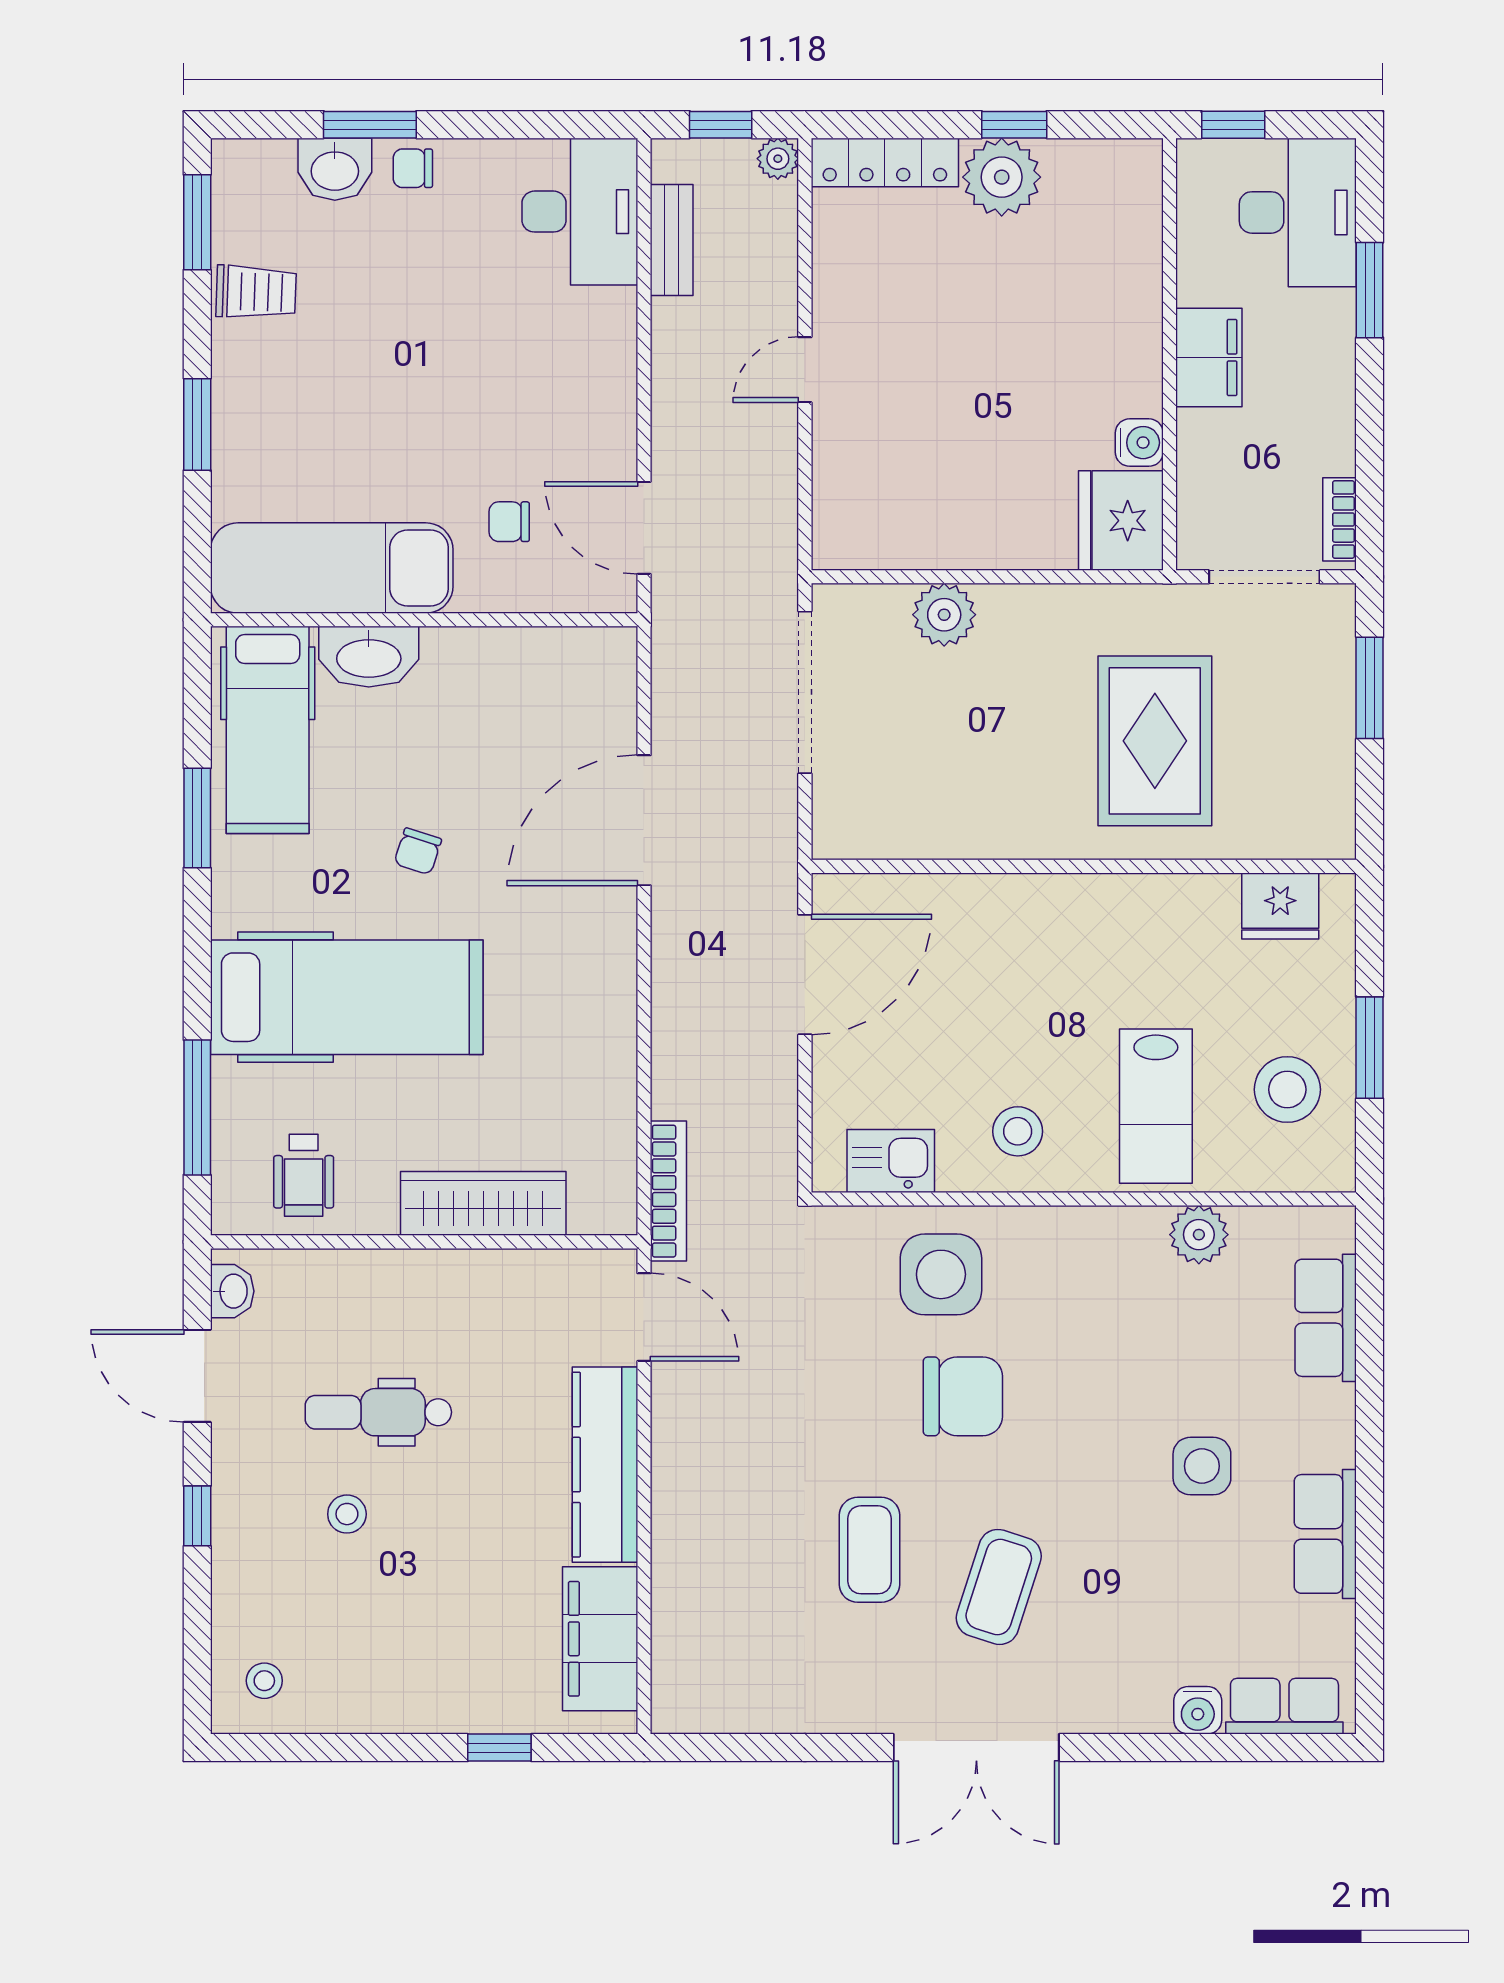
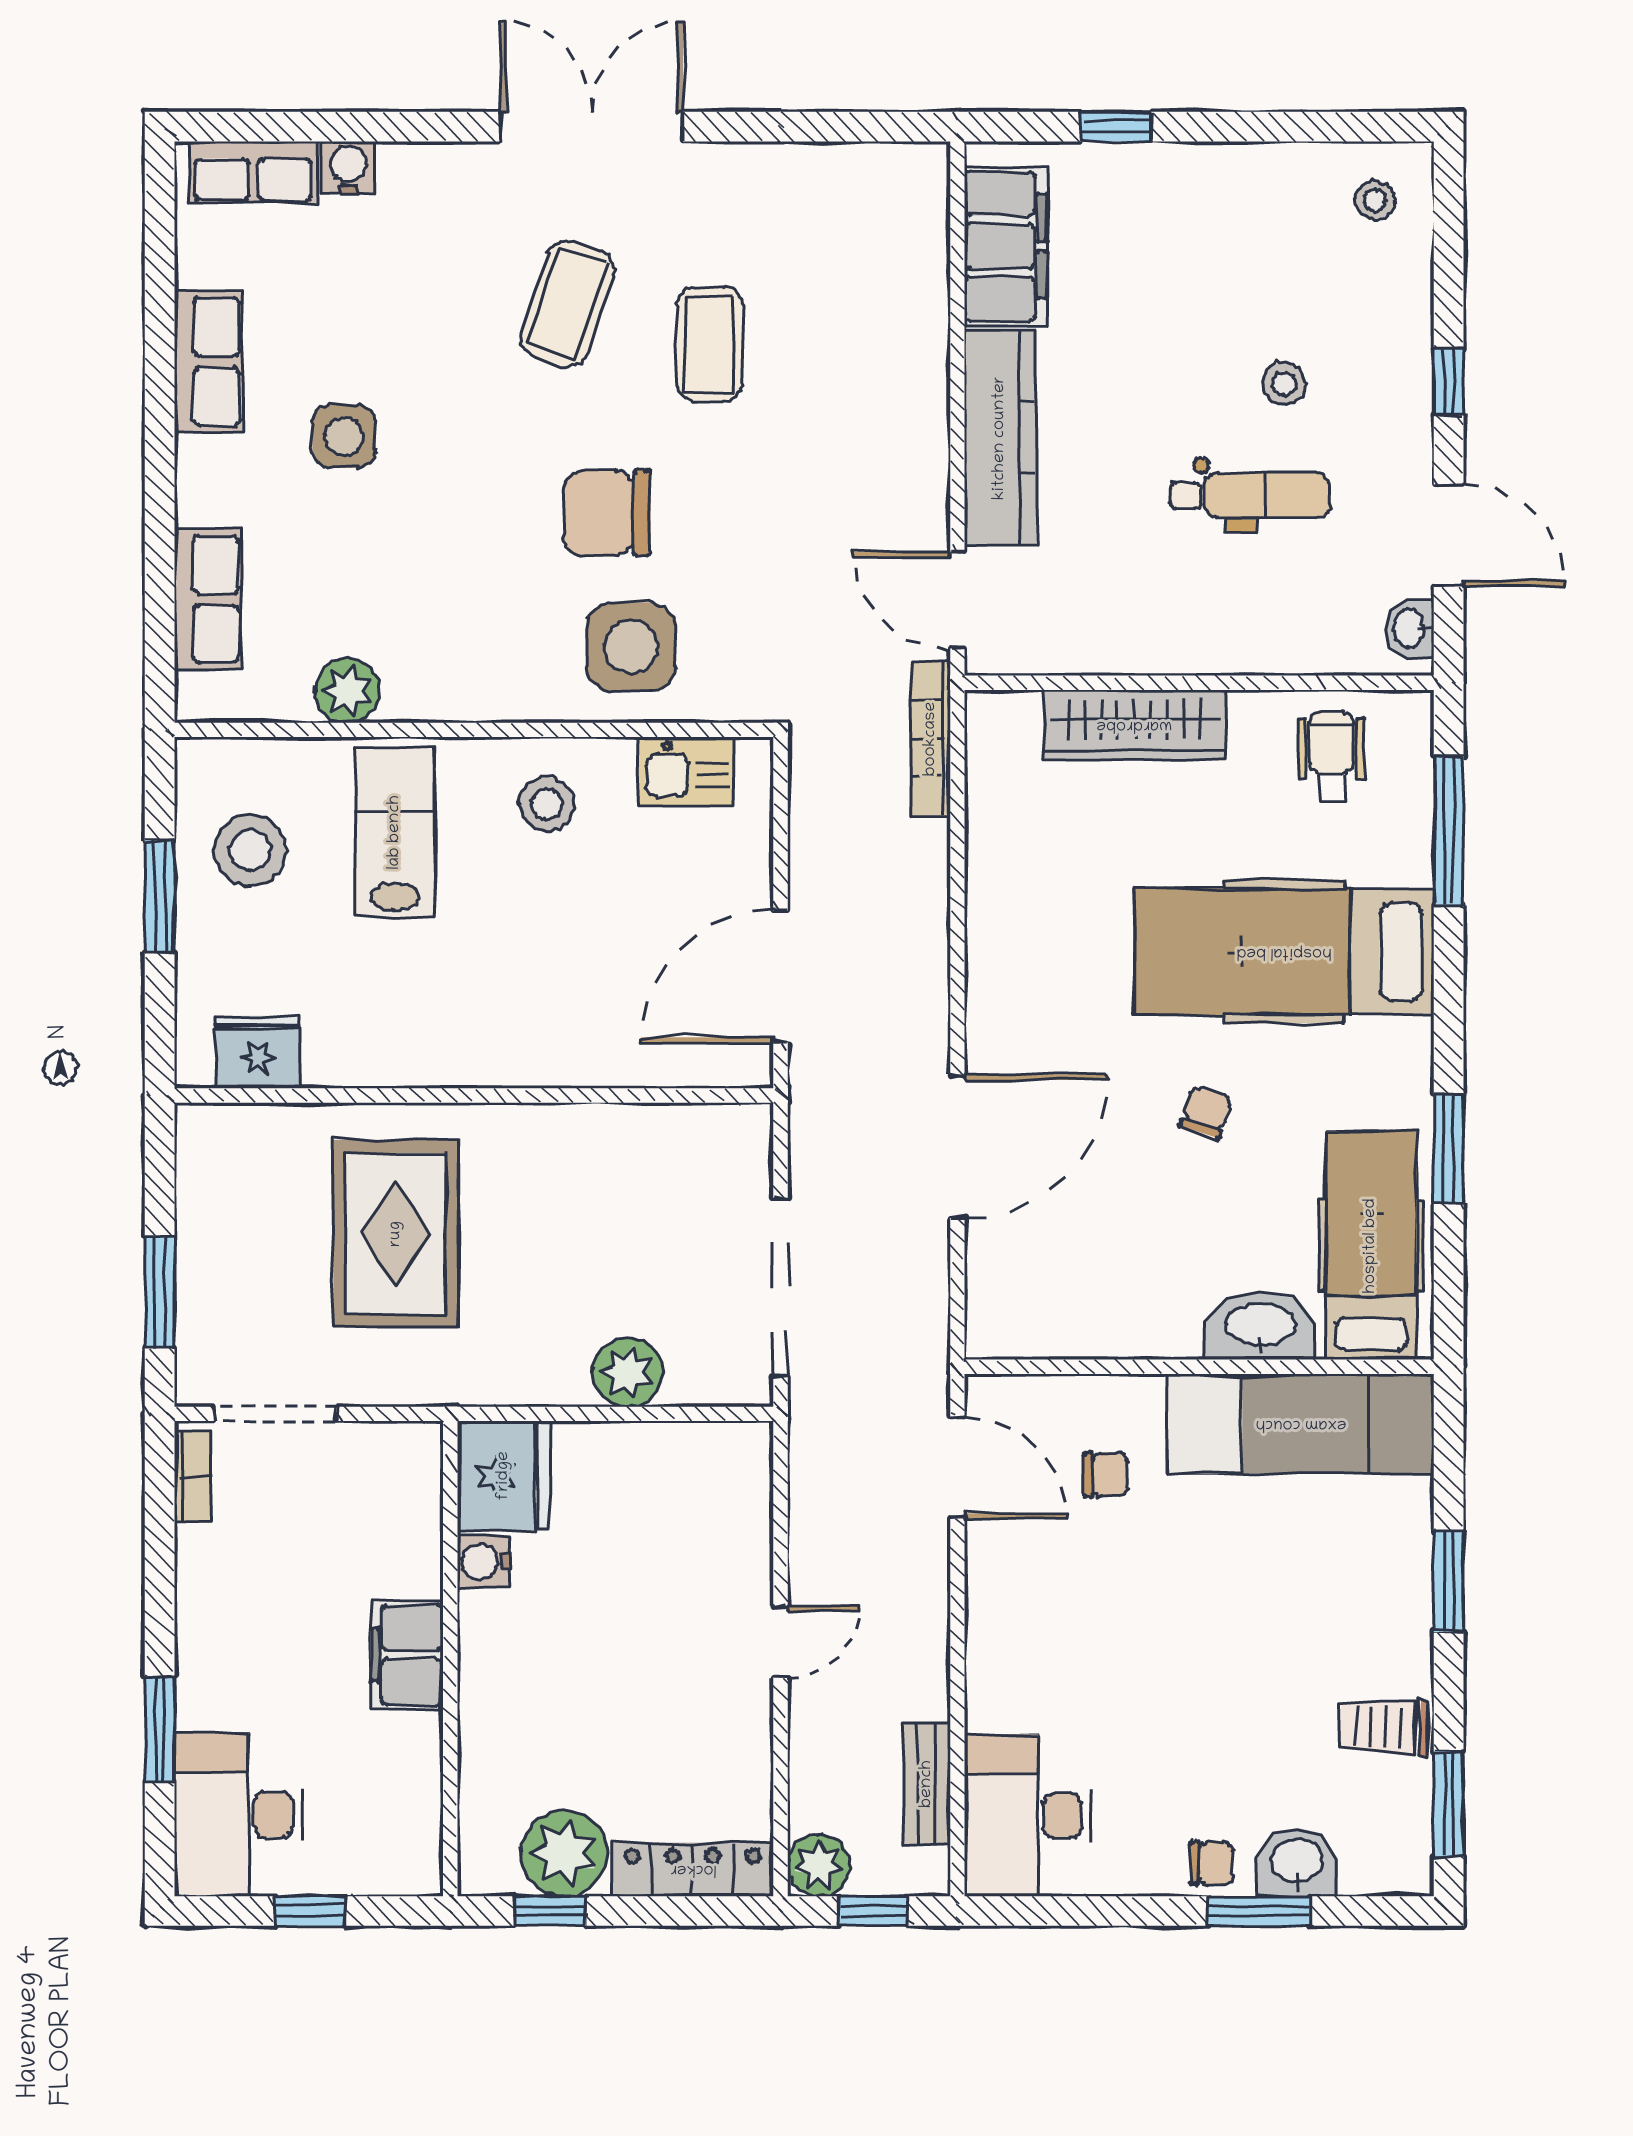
plant: (778, 159) -> (819, 1865), width x1.38, depth x1.38
wall: (1170, 354) -> (450, 1659), moved
filing cabinet: (1209, 357) -> (407, 1655), moved
water cooler: (1139, 443) -> (484, 1562), moved
fridge: (1121, 521) -> (504, 1476), moved

